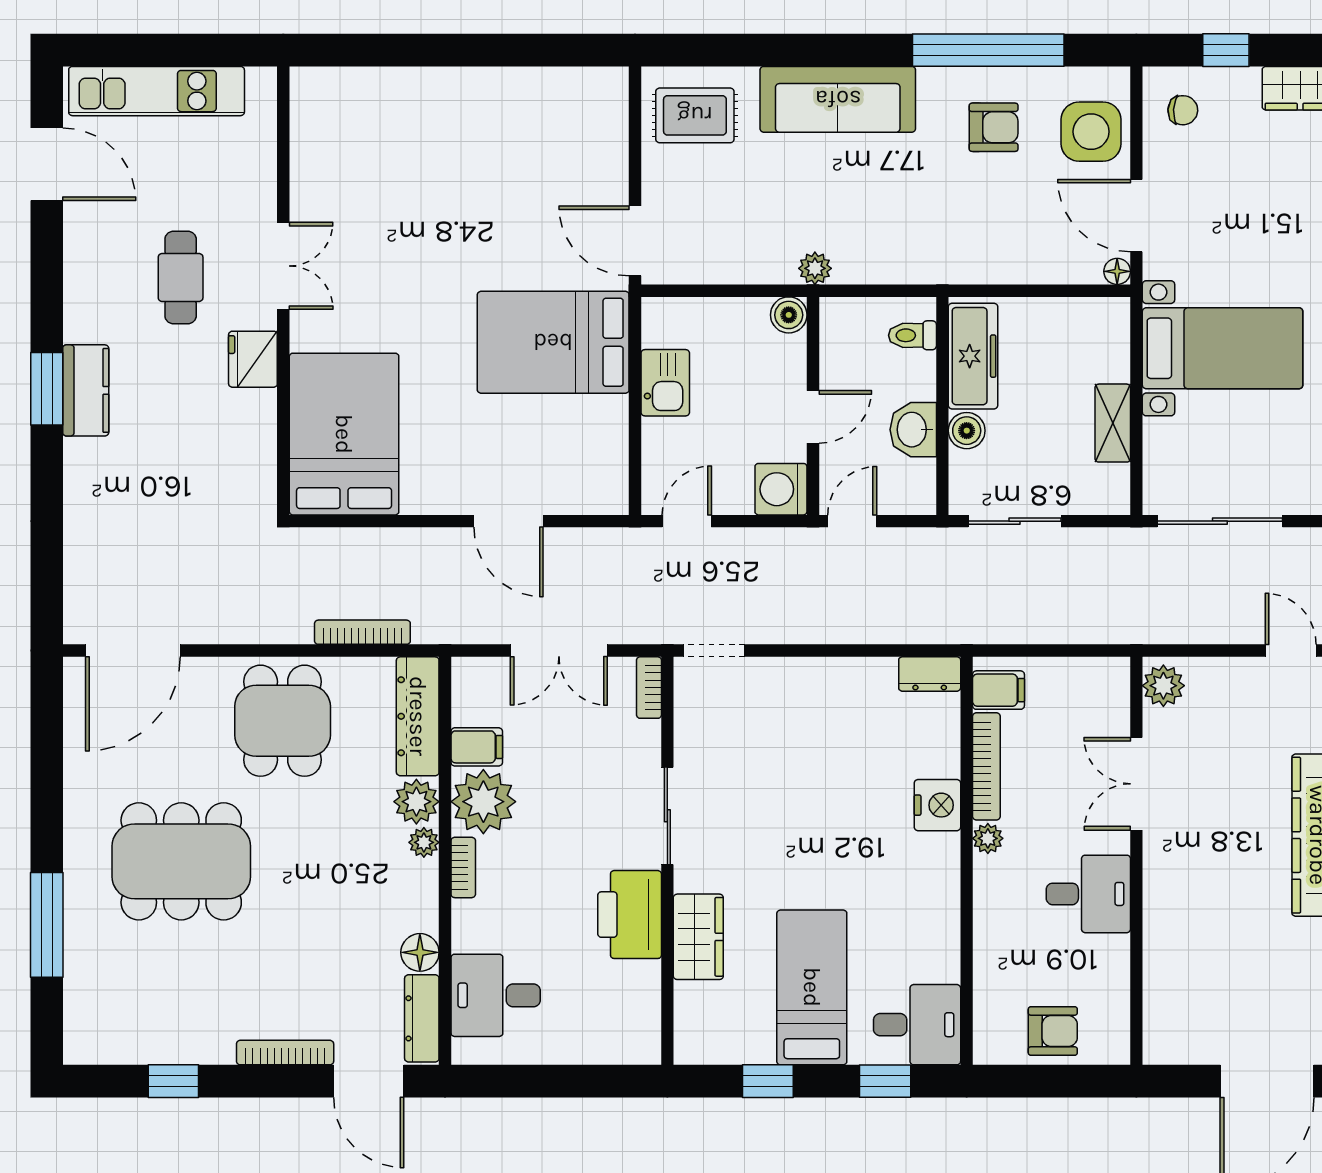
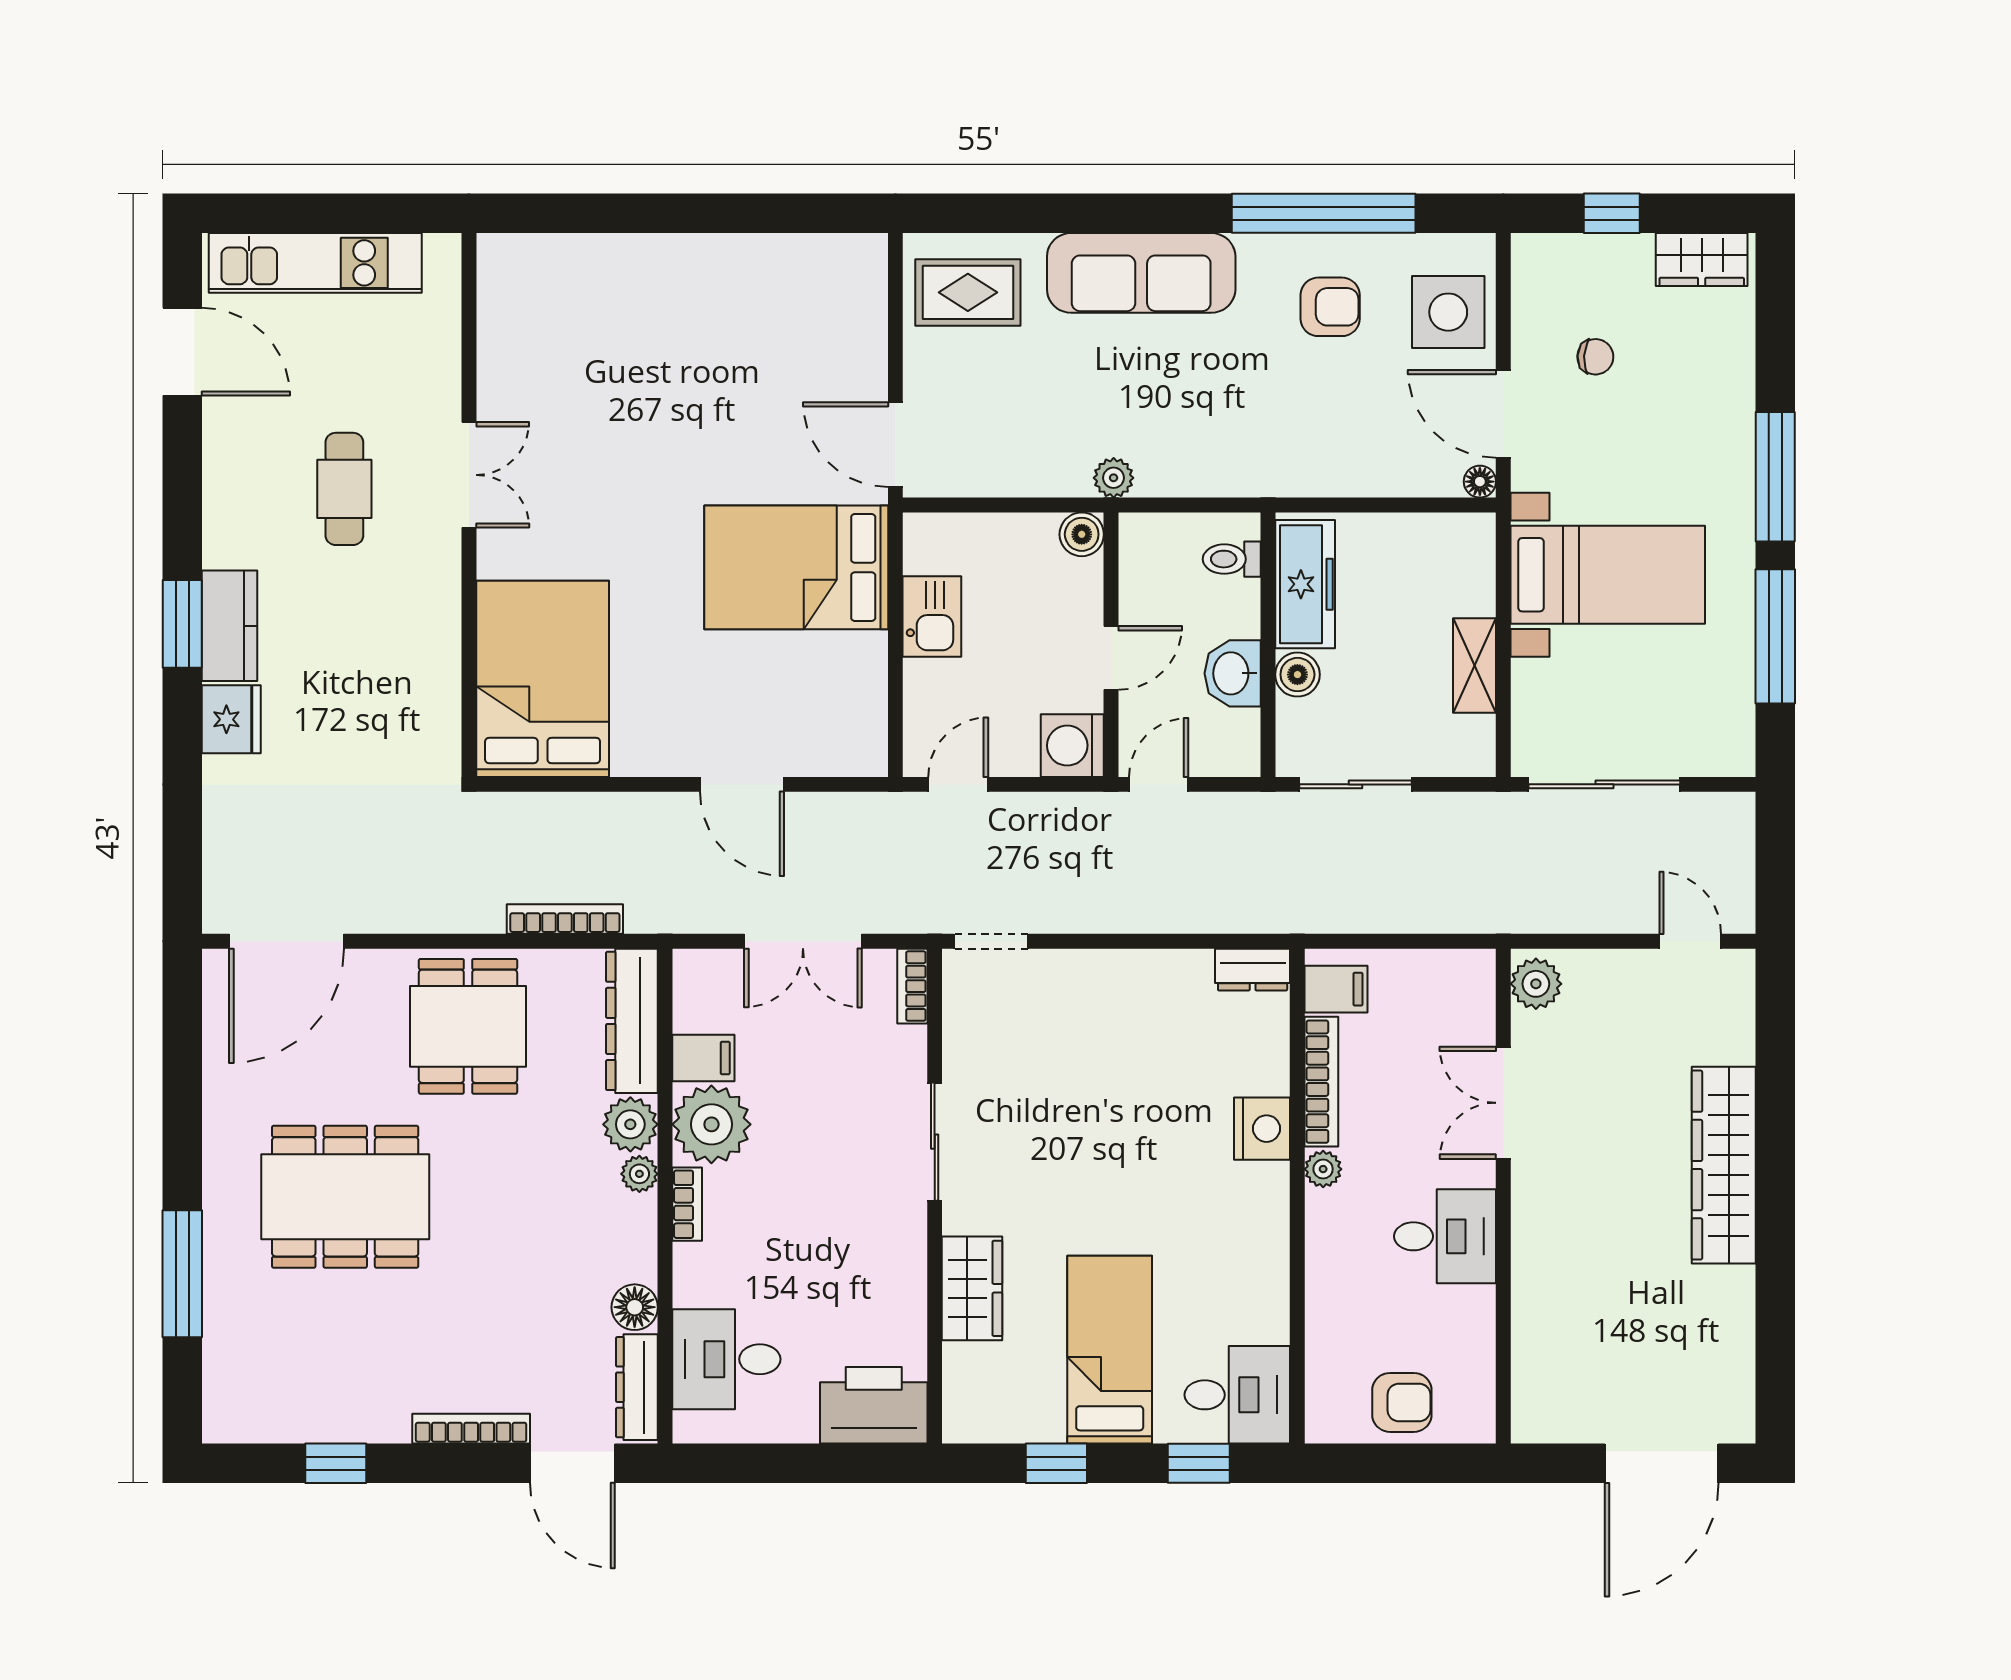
chair: (1183, 110) -> (1595, 357), moved
fridge: (253, 359) -> (231, 719), moved, turned 180
printer: (630, 915) -> (874, 1405), moved, turned 90

